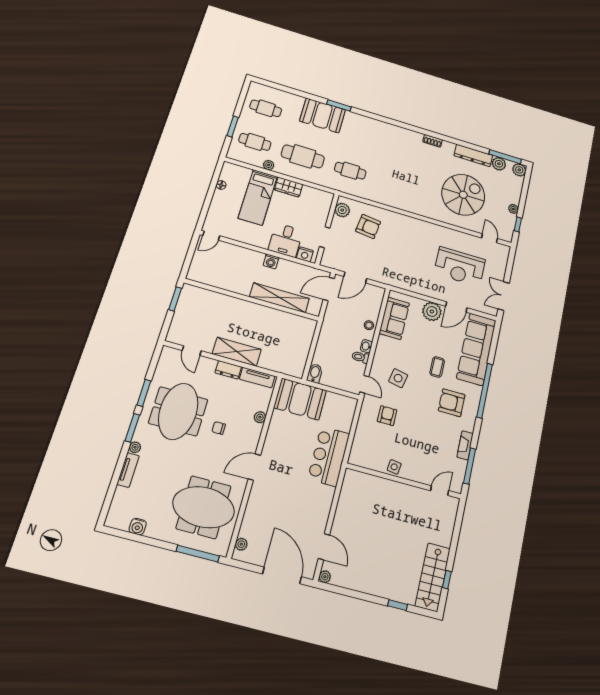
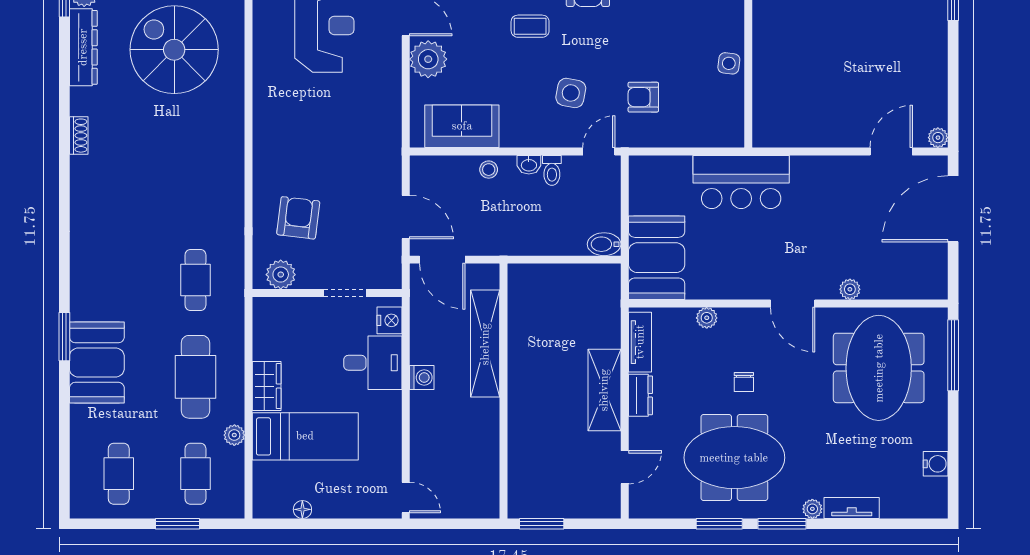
plant: (241, 544) -> (850, 289), moved

